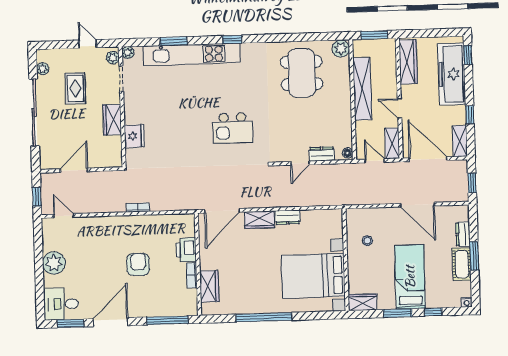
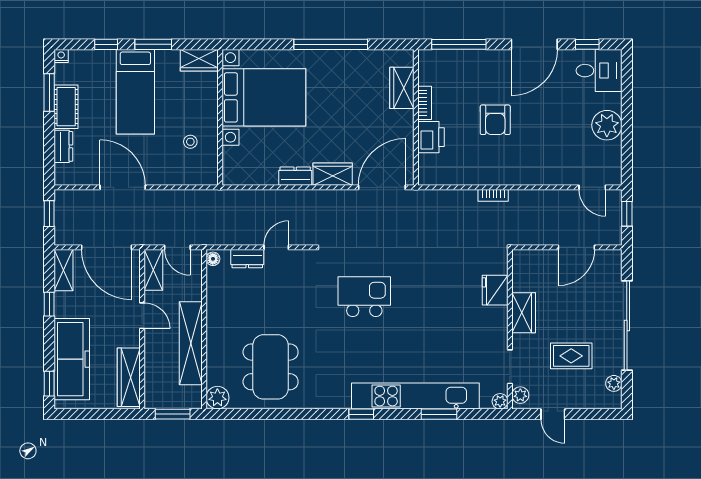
rug: (75, 88) -> (571, 356), turned 90
window: (474, 256) -> (49, 92), moved
window: (71, 323) -> (587, 44), width x0.67

